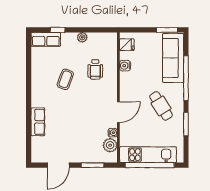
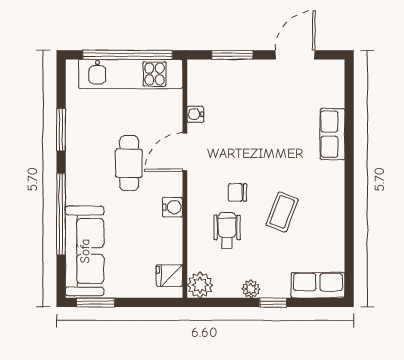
window: (58, 30) -> (273, 302), moved
water cooler: (125, 66) -> (173, 207), moved
chair: (90, 90) -> (237, 192), added
cafe table: (161, 106) -> (129, 163), moved, turned 32
plant: (110, 145) -> (200, 285), moved

